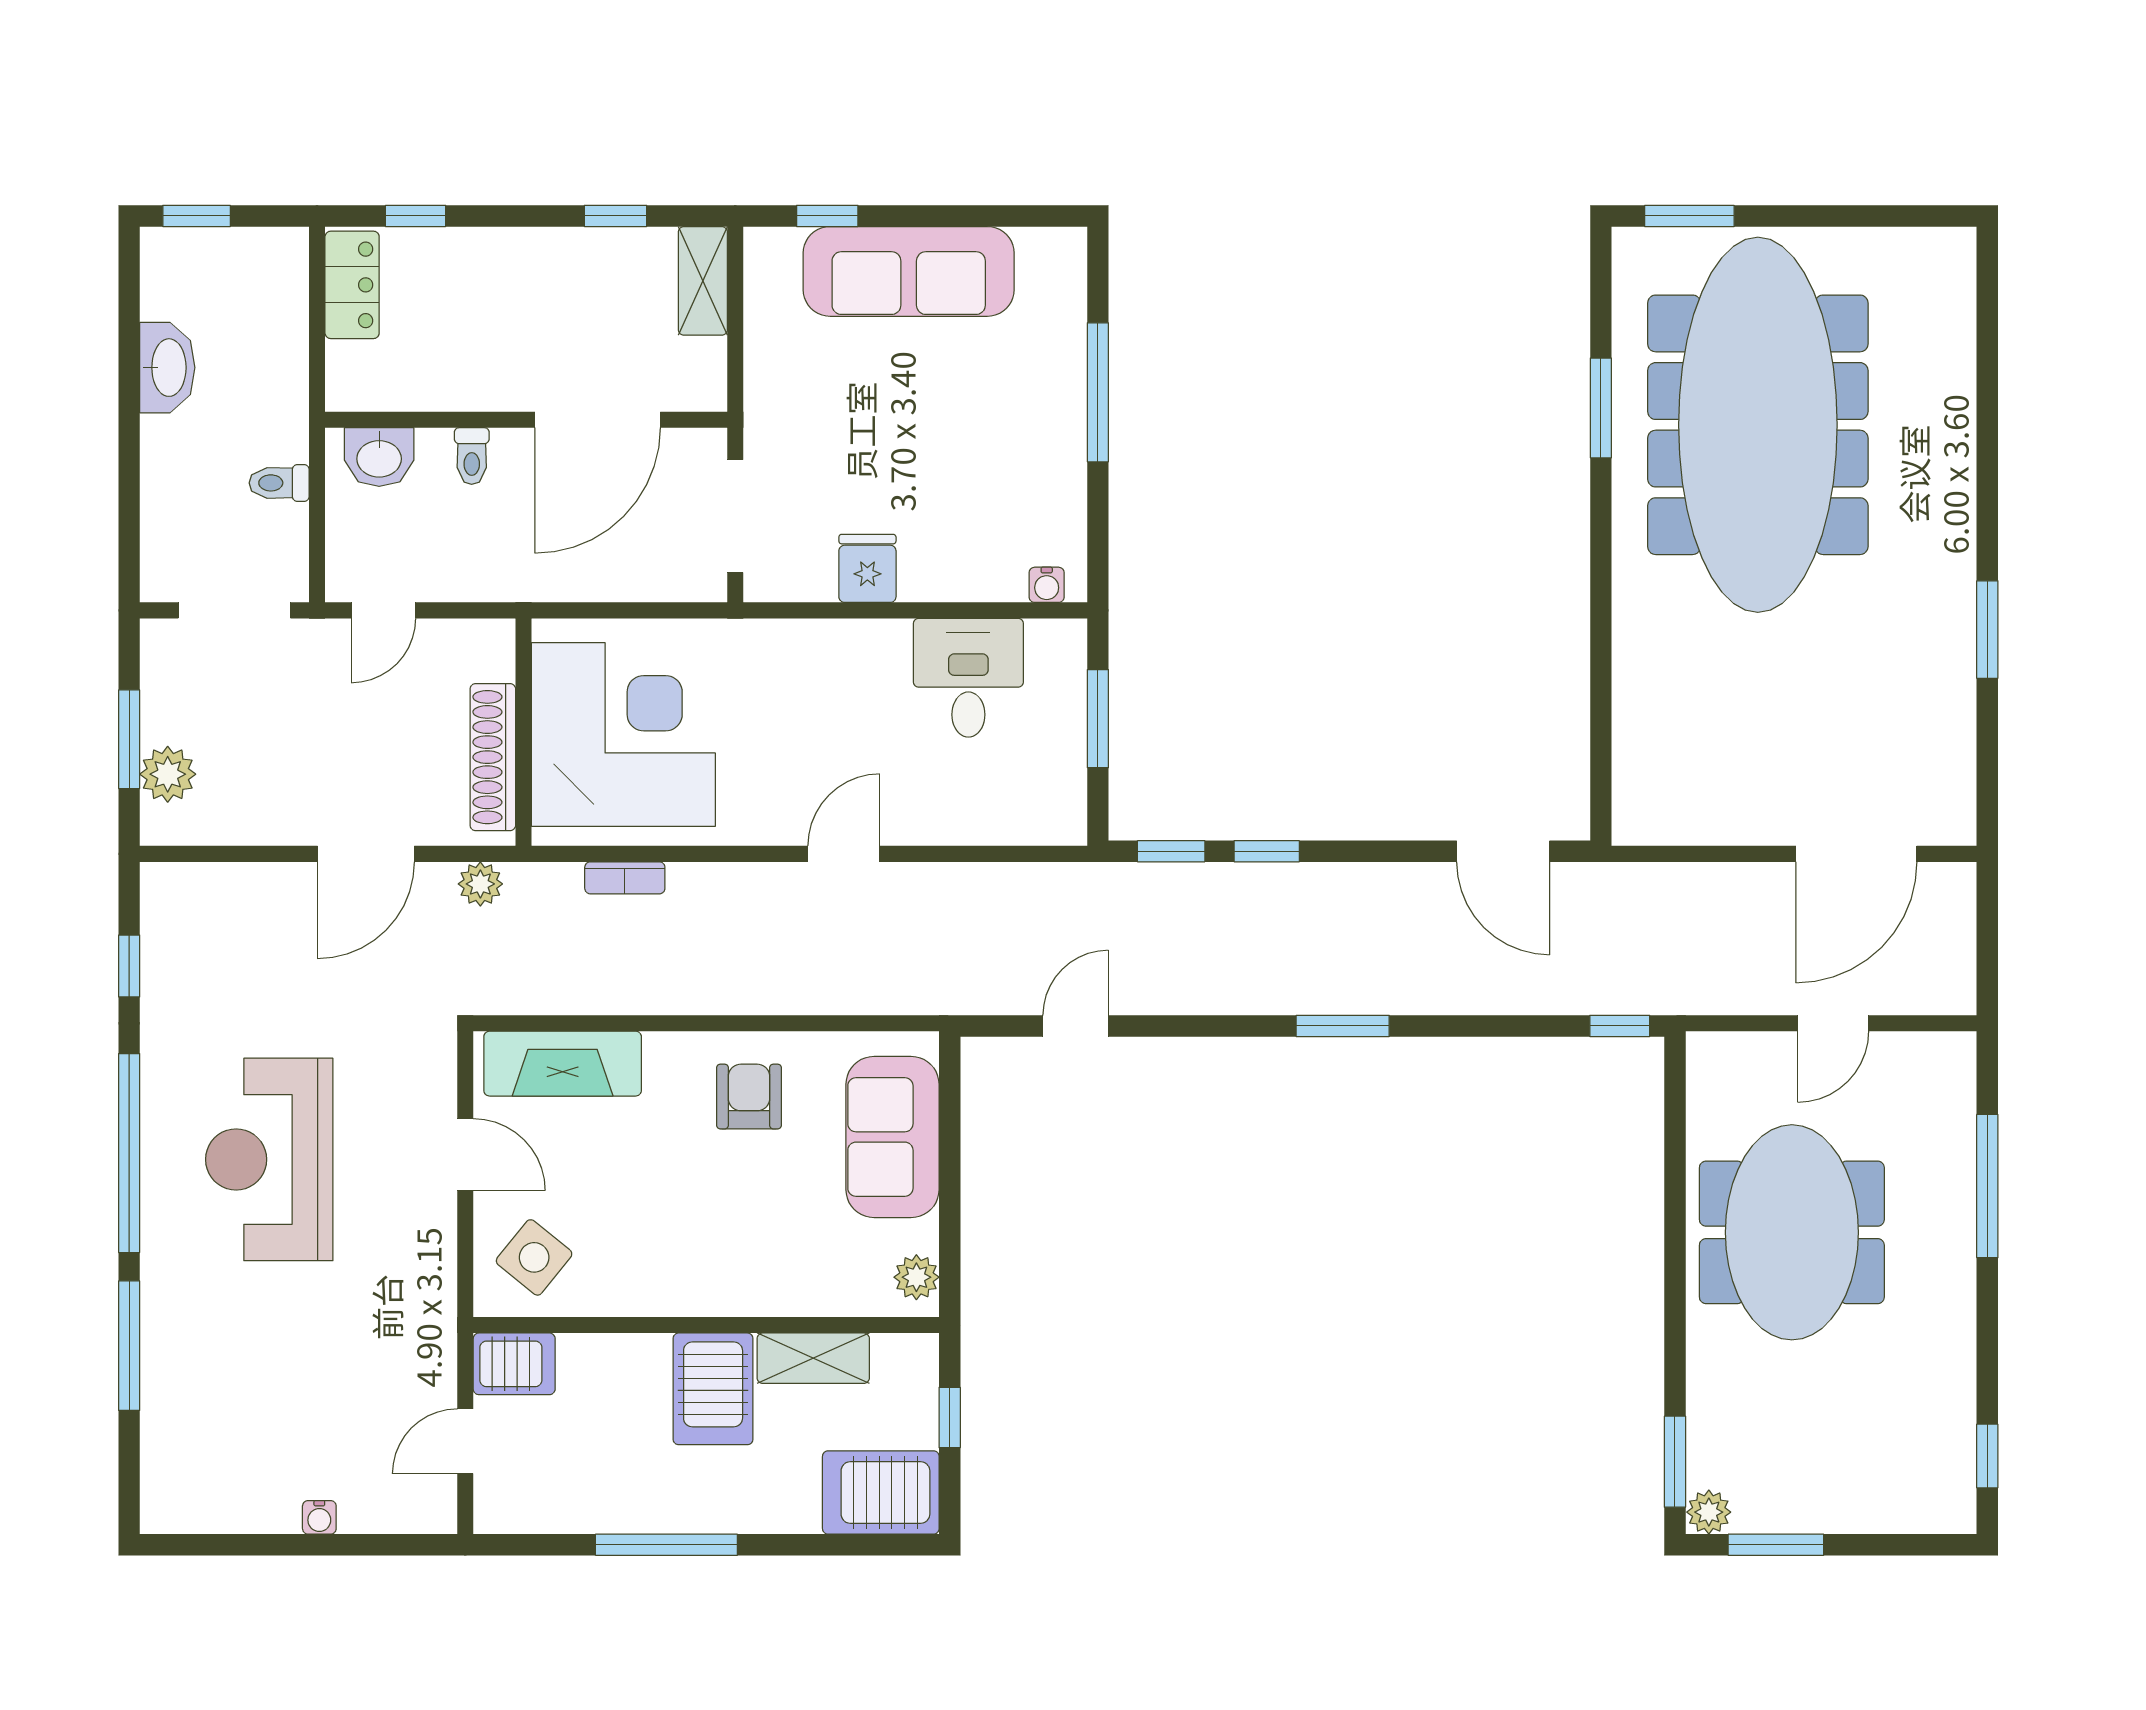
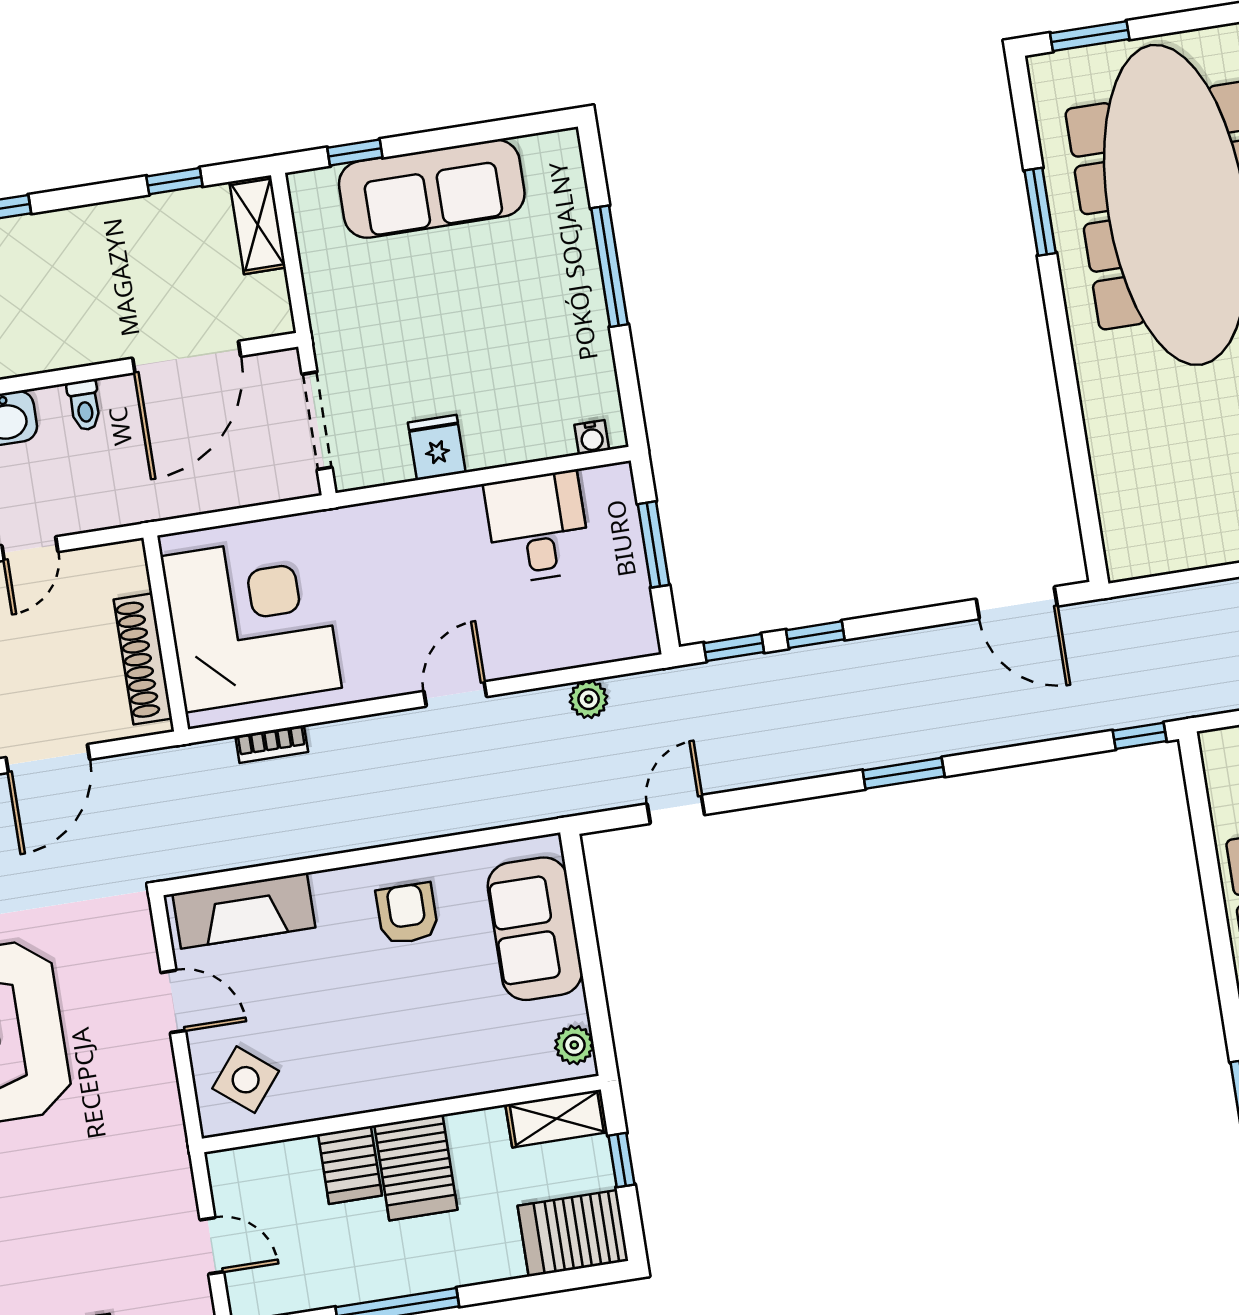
plant: (480, 884) -> (589, 699), moved
shelving: (813, 1358) -> (557, 1119), moved
server rack: (514, 1364) -> (350, 1165), moved, turned 90
door: (465, 1441) -> (212, 1246), swing flipped

